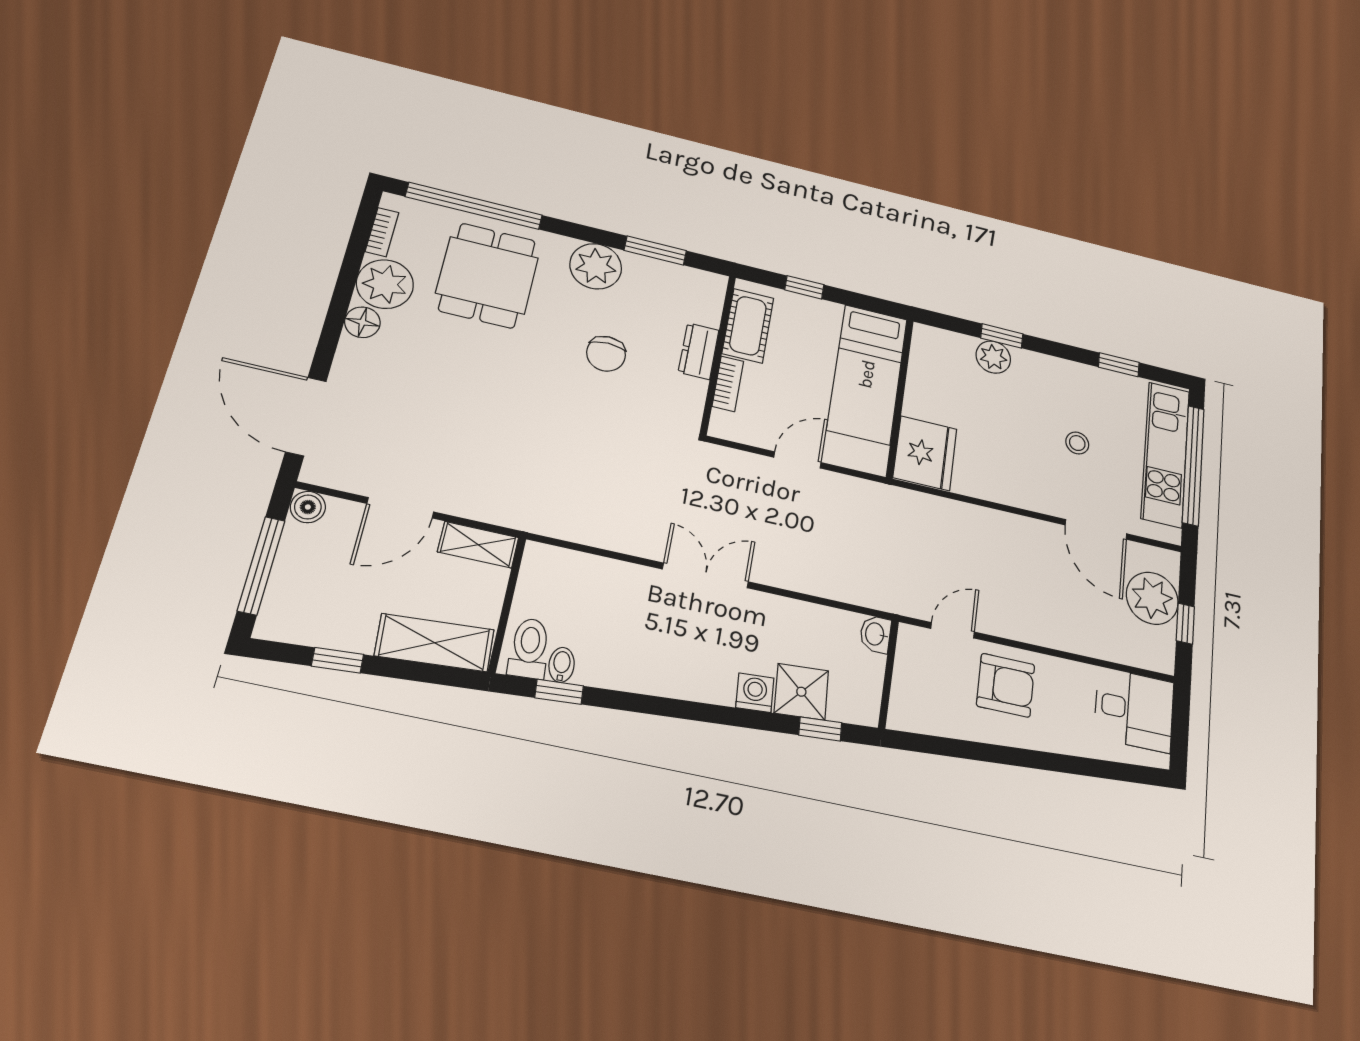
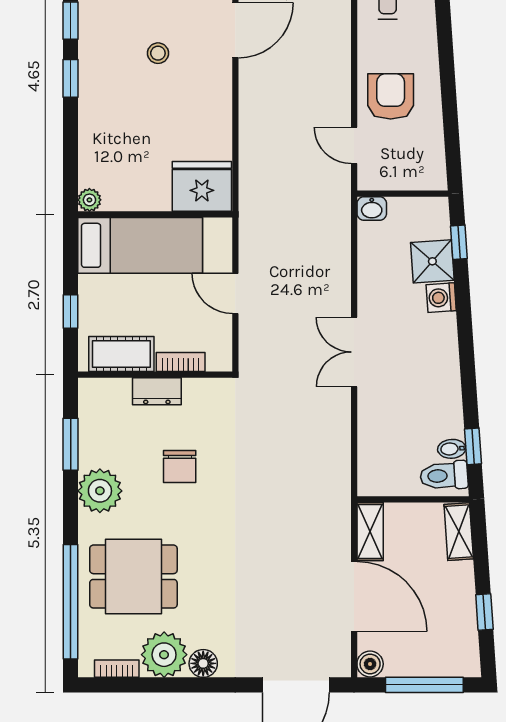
window: (1002, 336) -> (71, 78), moved
chair: (606, 354) -> (180, 466), turned 90
plant: (993, 357) -> (89, 200), moved, width x0.73, depth x0.73
door: (400, 508) -> (354, 596), width x1.36
shelving: (434, 643) -> (459, 532), width x0.67, depth x0.75

